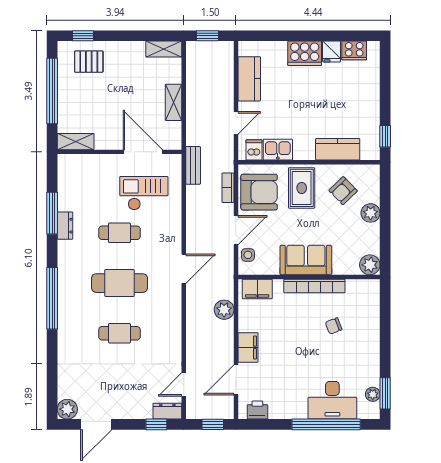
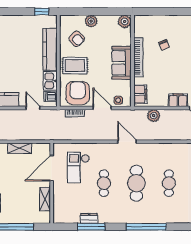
shelving: (76, 142) -> (45, 199), moved
kitchen counter: (338, 149) -> (50, 49), width x1.50
bench: (193, 165) -> (60, 136), removed
dresser: (65, 226) -> (89, 218), moved

